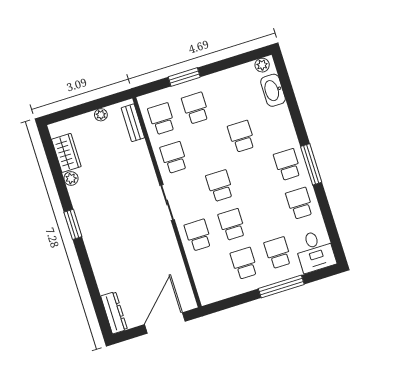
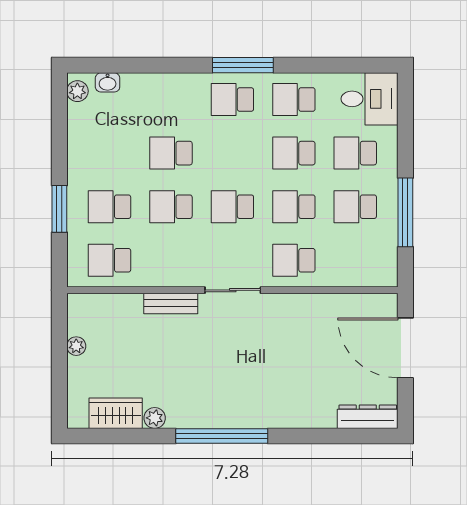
washbasin: (273, 90) -> (108, 82), width x0.52, depth x0.69
bench: (133, 123) -> (171, 303), moved
school desk: (174, 158) -> (171, 207), moved
school desk: (266, 214) -> (294, 153), added
window: (73, 224) -> (222, 436), width x2.11
window: (281, 286) -> (405, 212), moved

